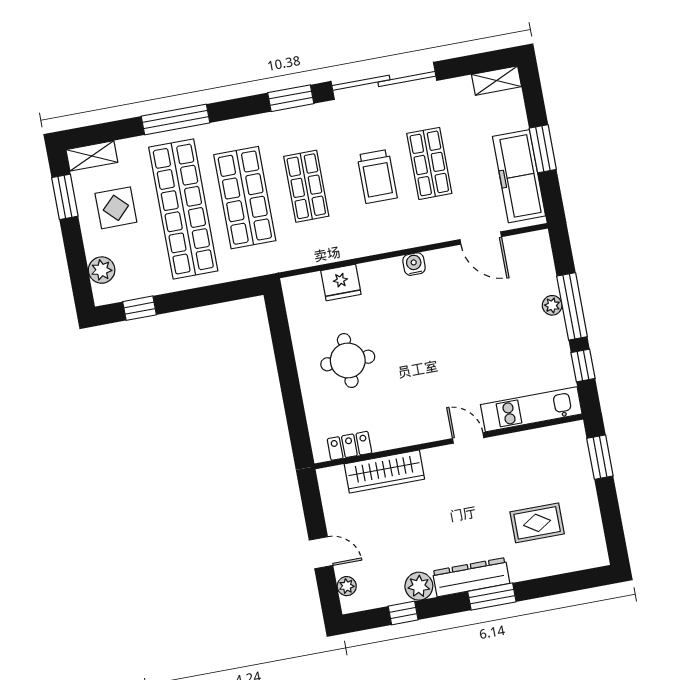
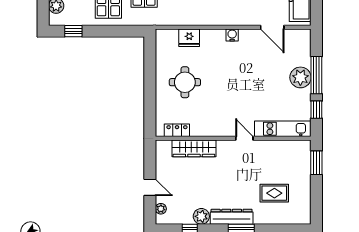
plant: (552, 305) -> (300, 77), width x1.88, depth x1.88

